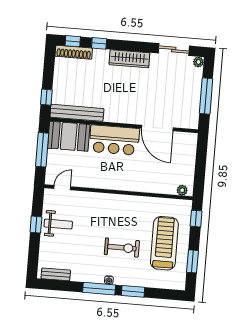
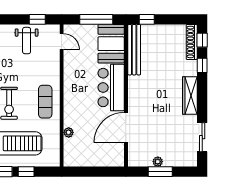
plant: (198, 62) -> (158, 162), moved
window: (206, 96) -> (160, 172), width x0.69
plant: (182, 190) -> (69, 132), moved
exercise mat: (123, 210) -> (45, 102), added
window: (196, 219) -> (26, 172), moved
window: (36, 225) -> (37, 19), moved

